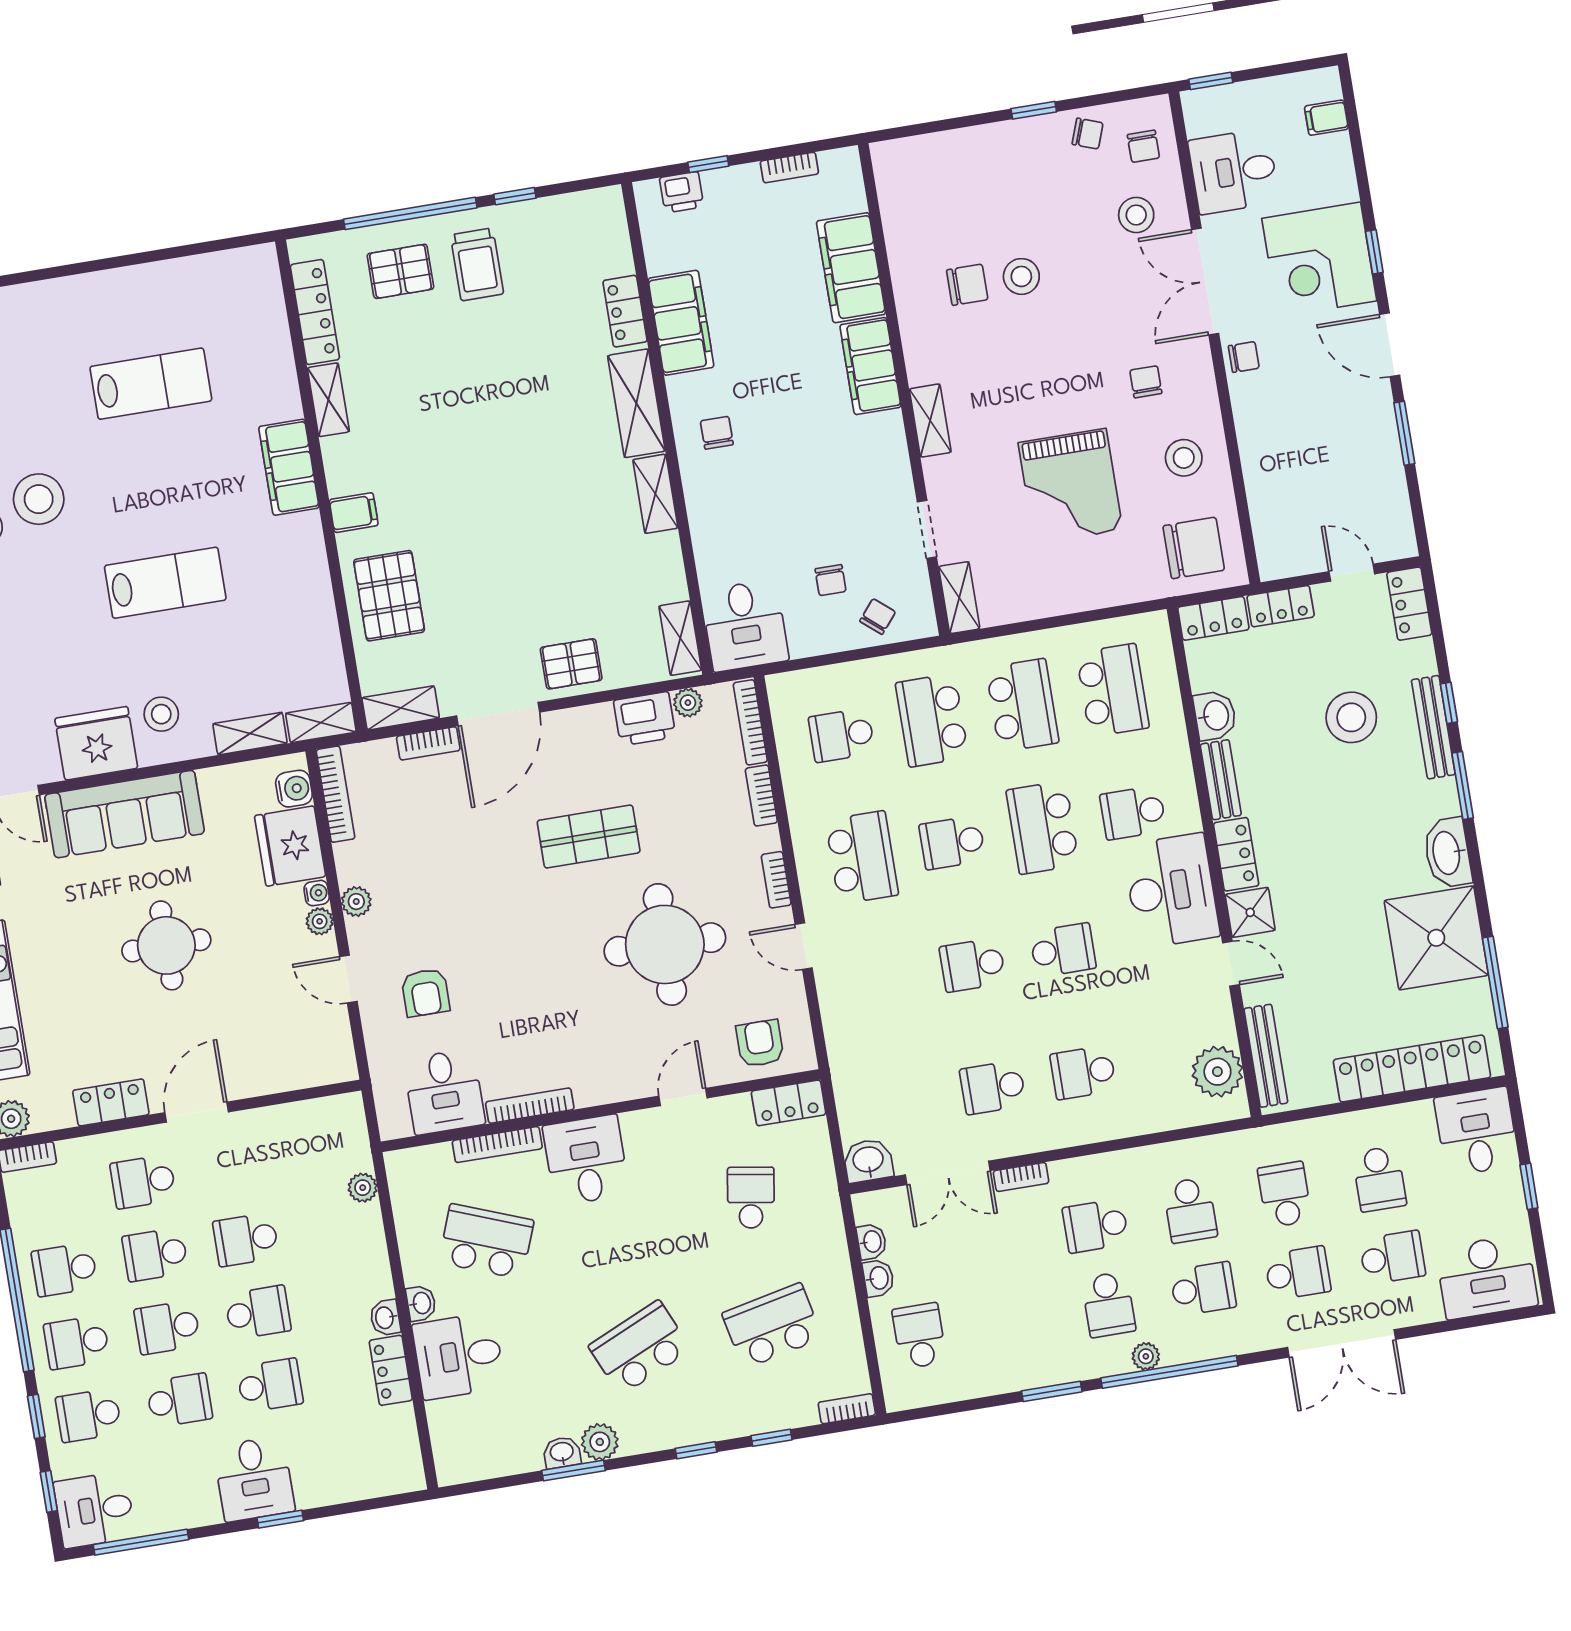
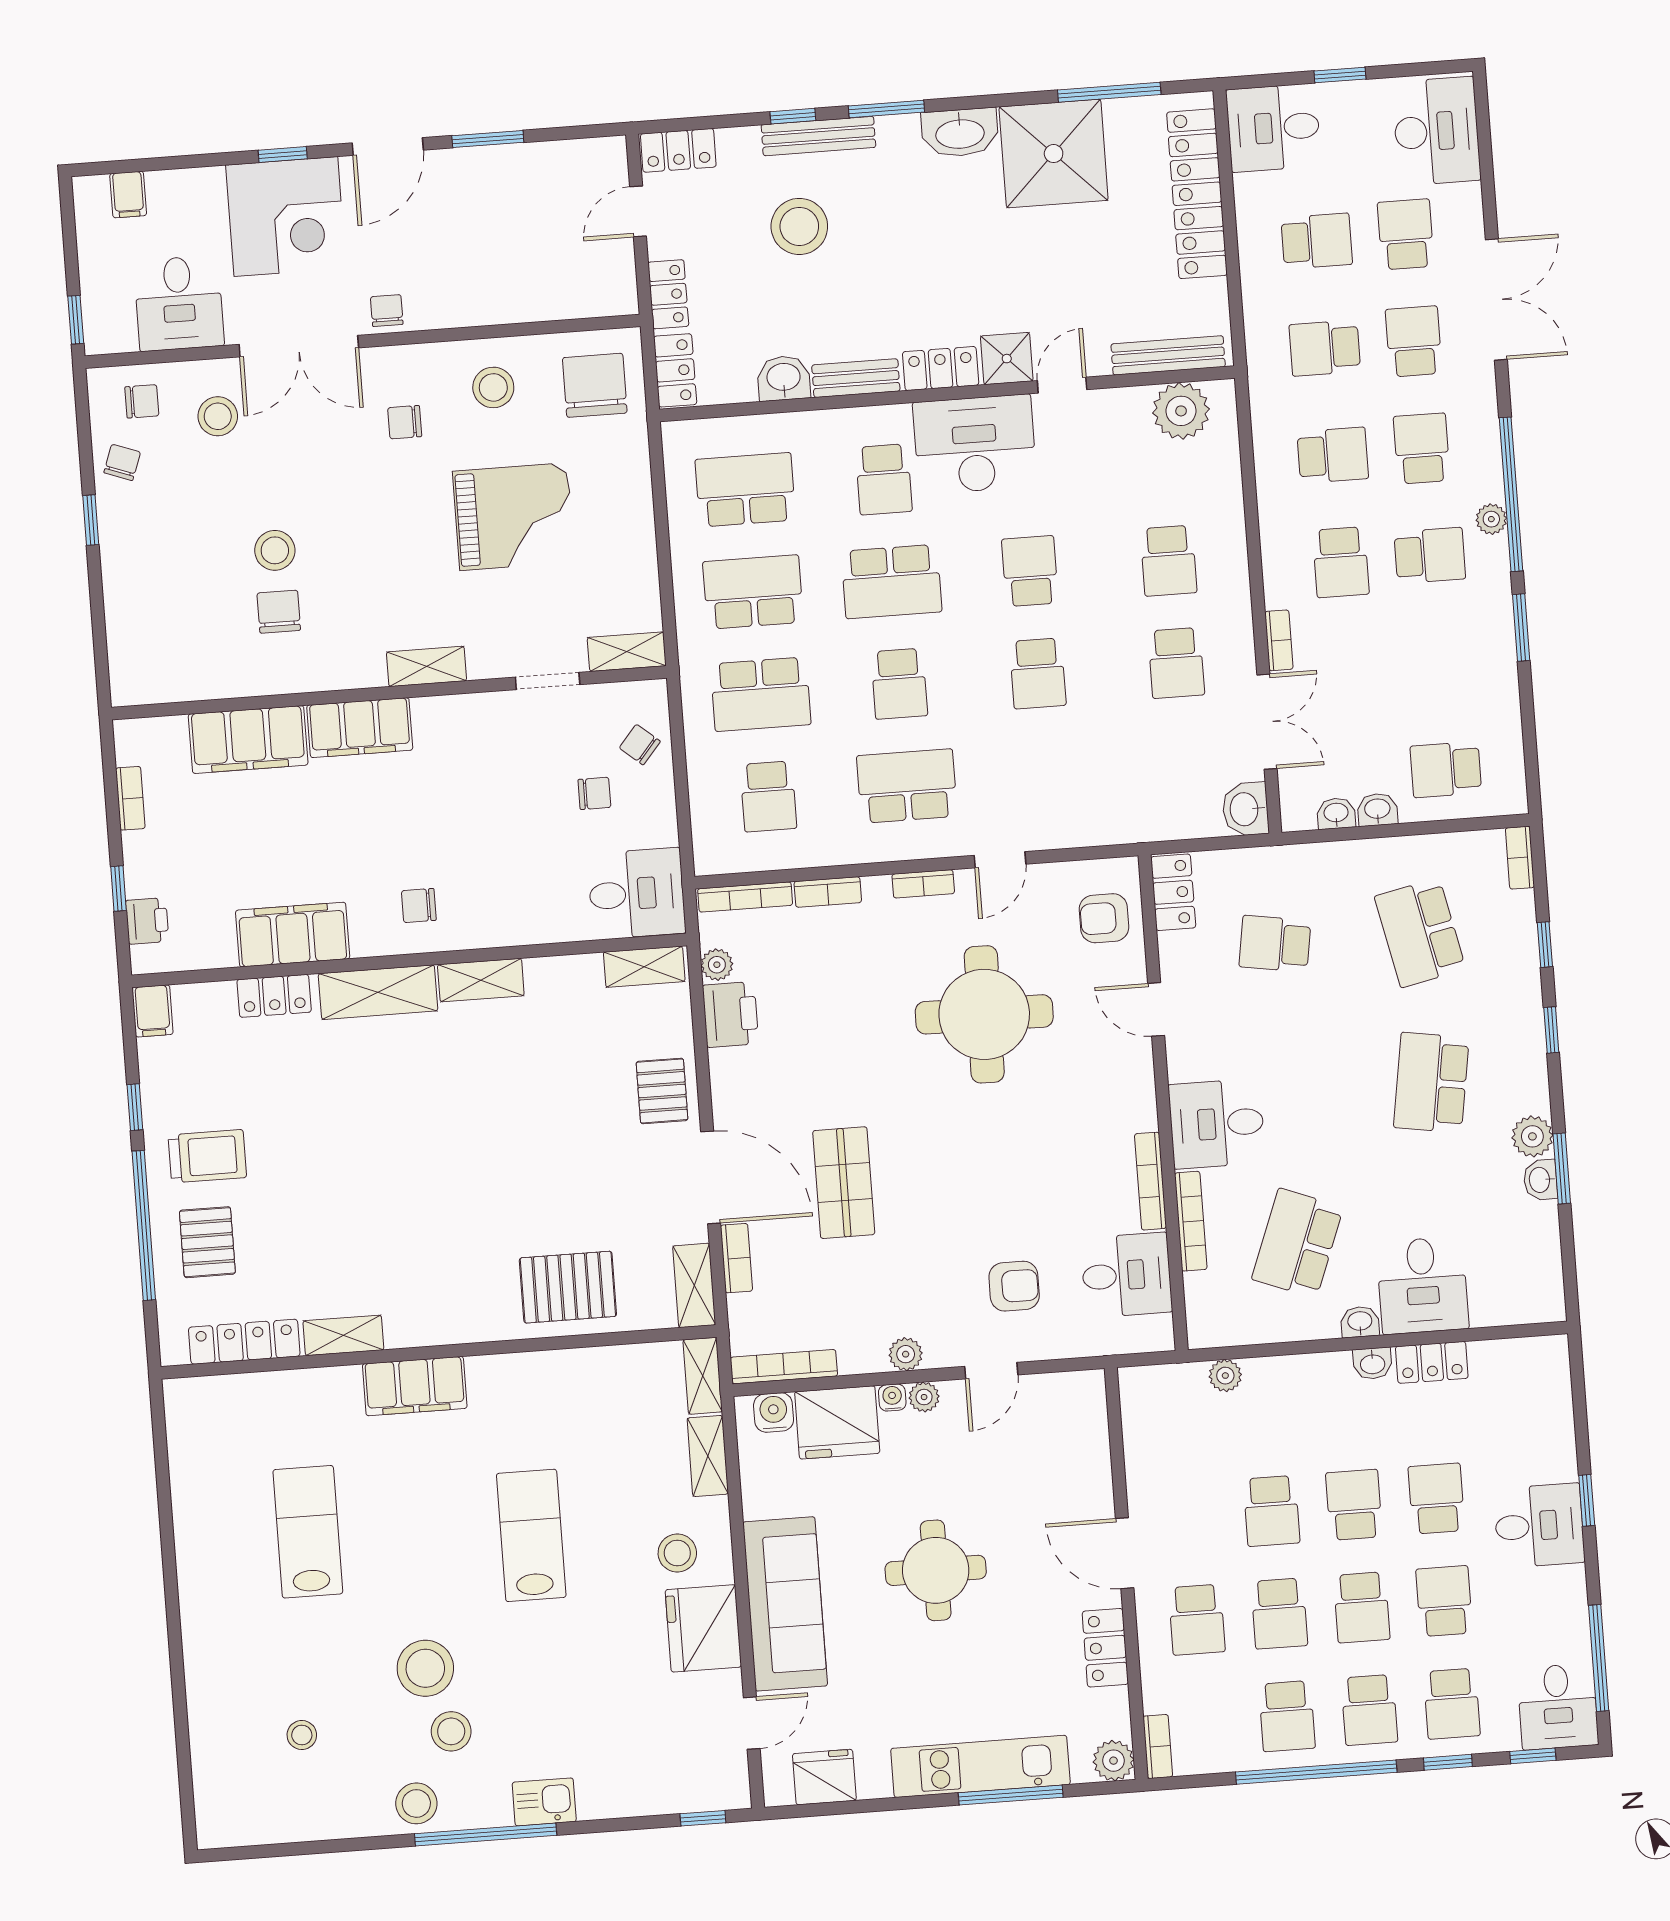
filing cabinet: (354, 513) -> (153, 1011), moved, turned 180
shop shelf: (589, 837) -> (844, 1183), moved
school desk: (640, 1348) -> (1431, 1082), turned 33

